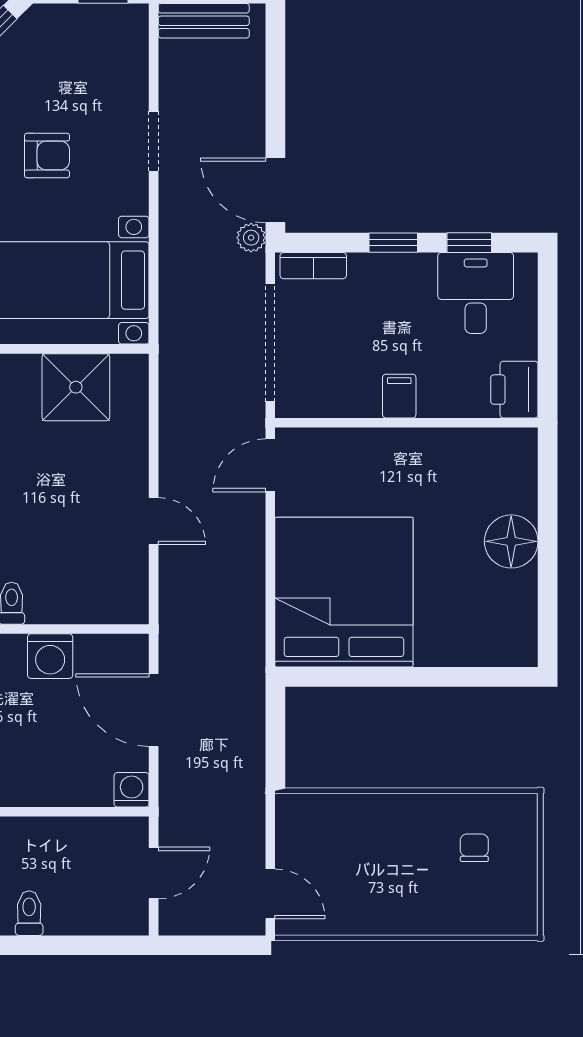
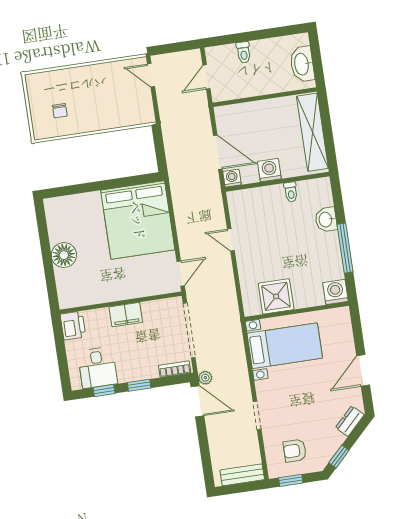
armchair: (47, 156) -> (295, 451), moved
filing cabinet: (399, 396) -> (126, 315), width x2.00
washing machine: (132, 790) -> (232, 178), moved, turned 180
toilet: (29, 913) -> (244, 52), moved

